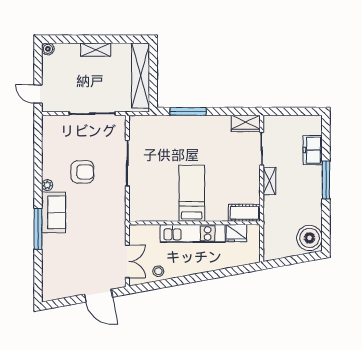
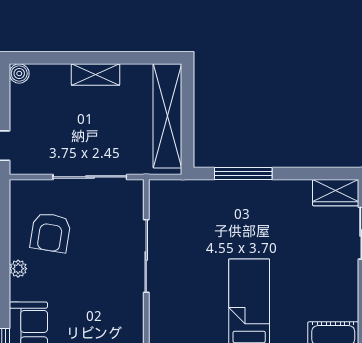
armchair: (82, 172) -> (50, 232), moved, turned 99
plant: (47, 185) -> (18, 269), moved

